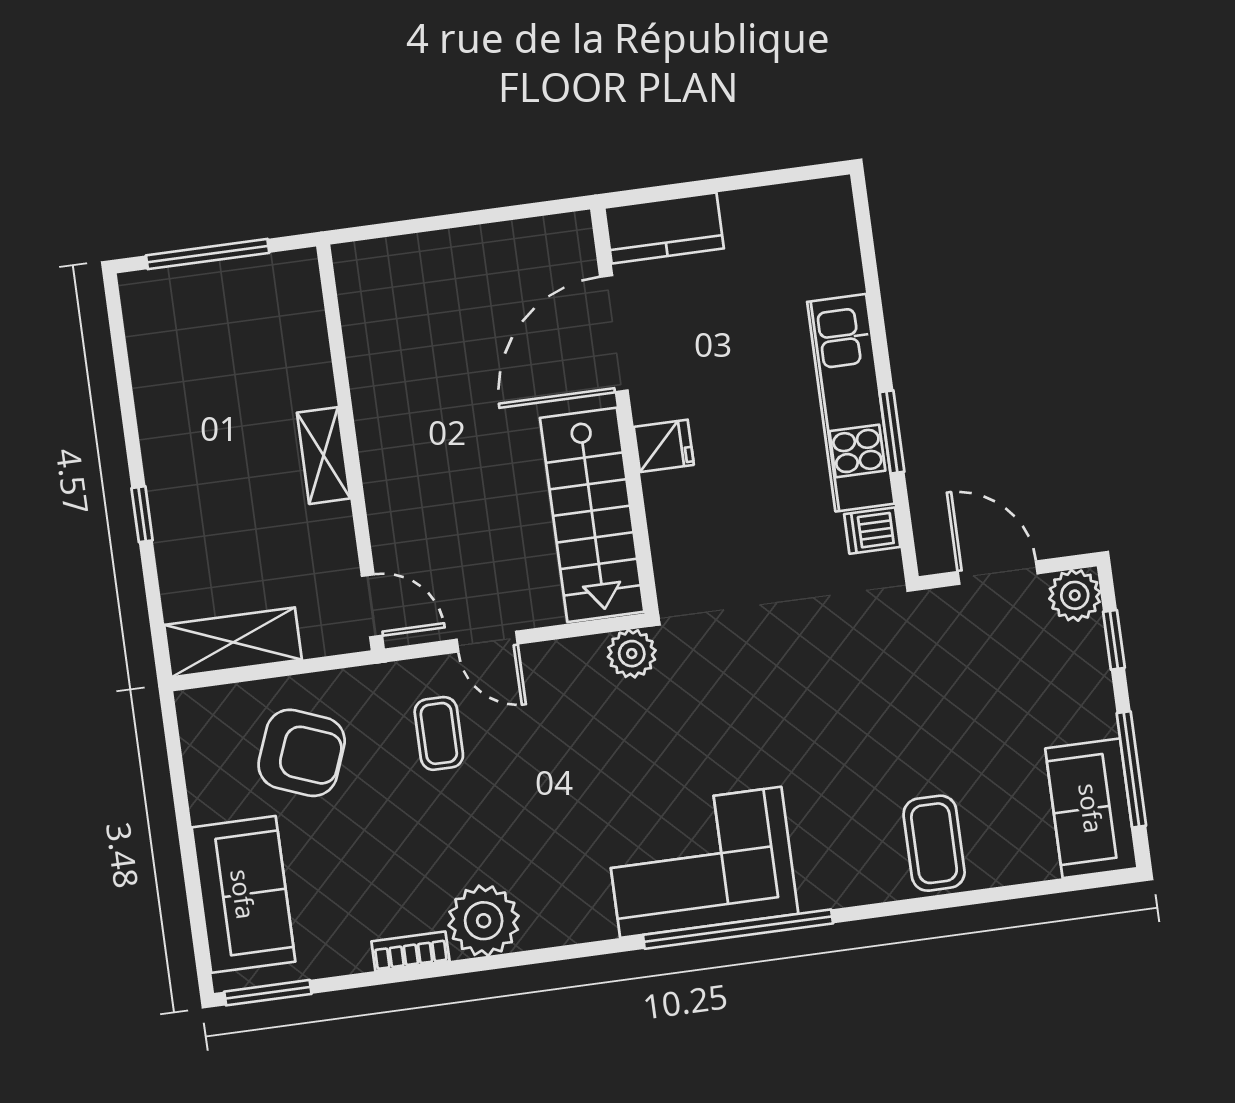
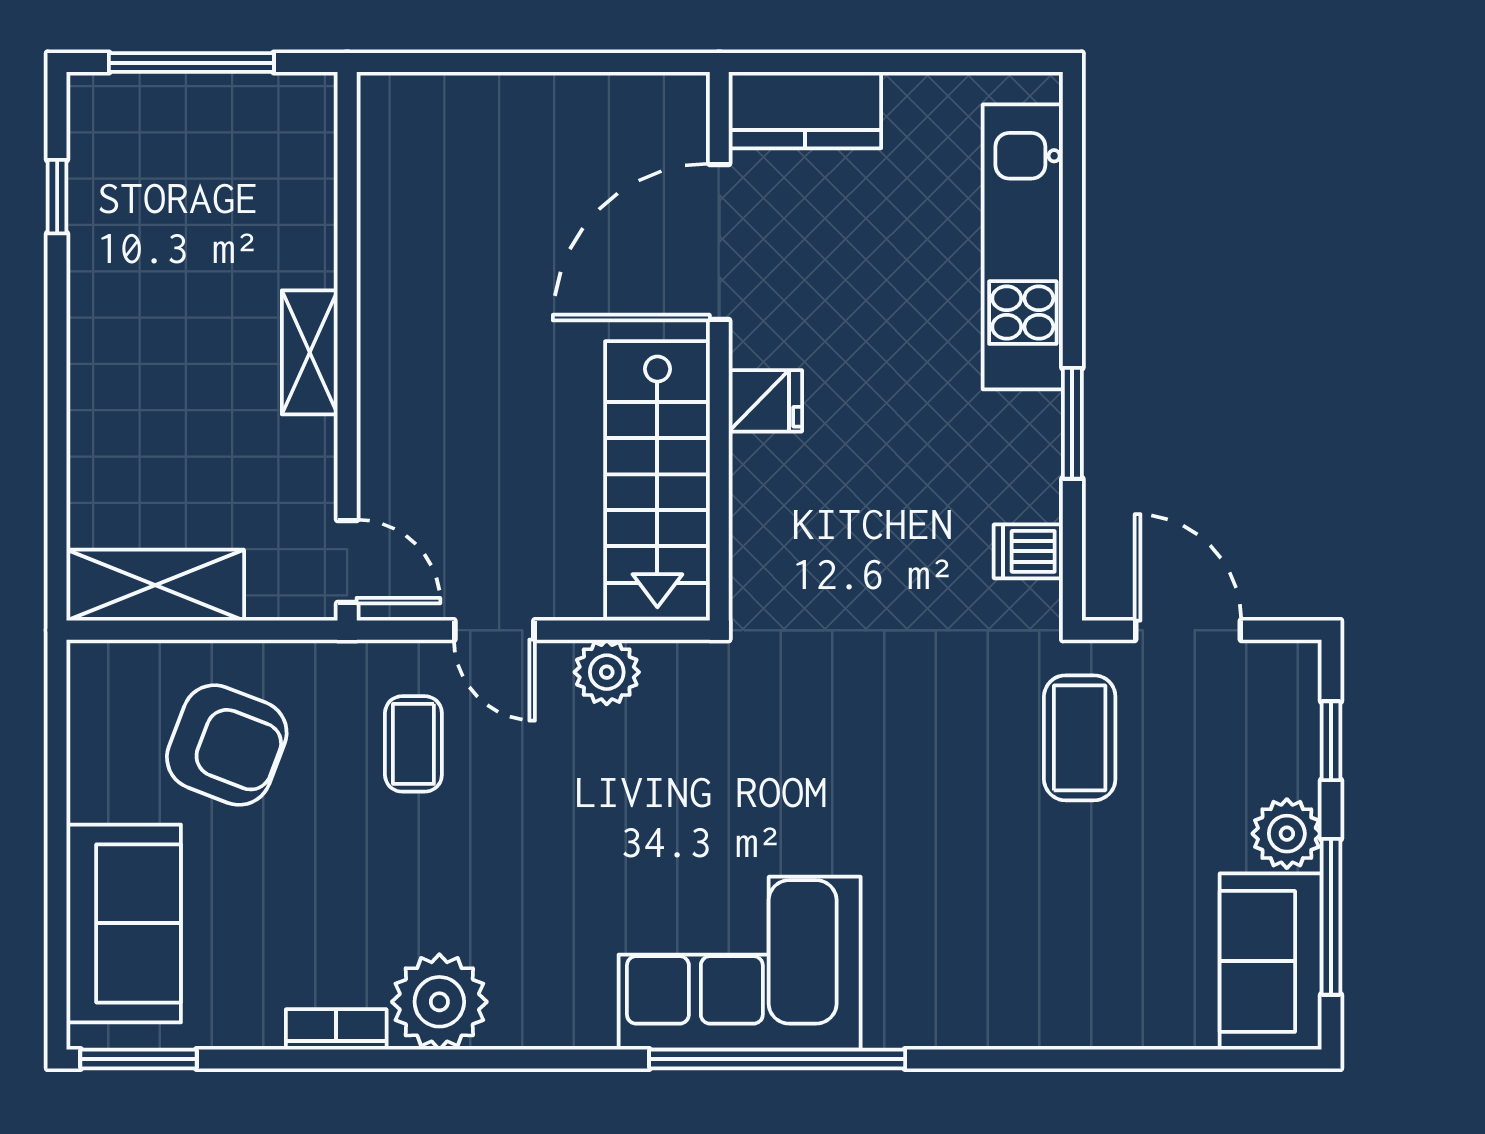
kitchen unit: (851, 403) -> (1023, 247), moved
window: (142, 514) -> (57, 197), moved
plant: (1075, 595) -> (1287, 834), moved
plant: (632, 654) -> (607, 672), moved
coffee table: (934, 843) -> (1080, 738), moved

